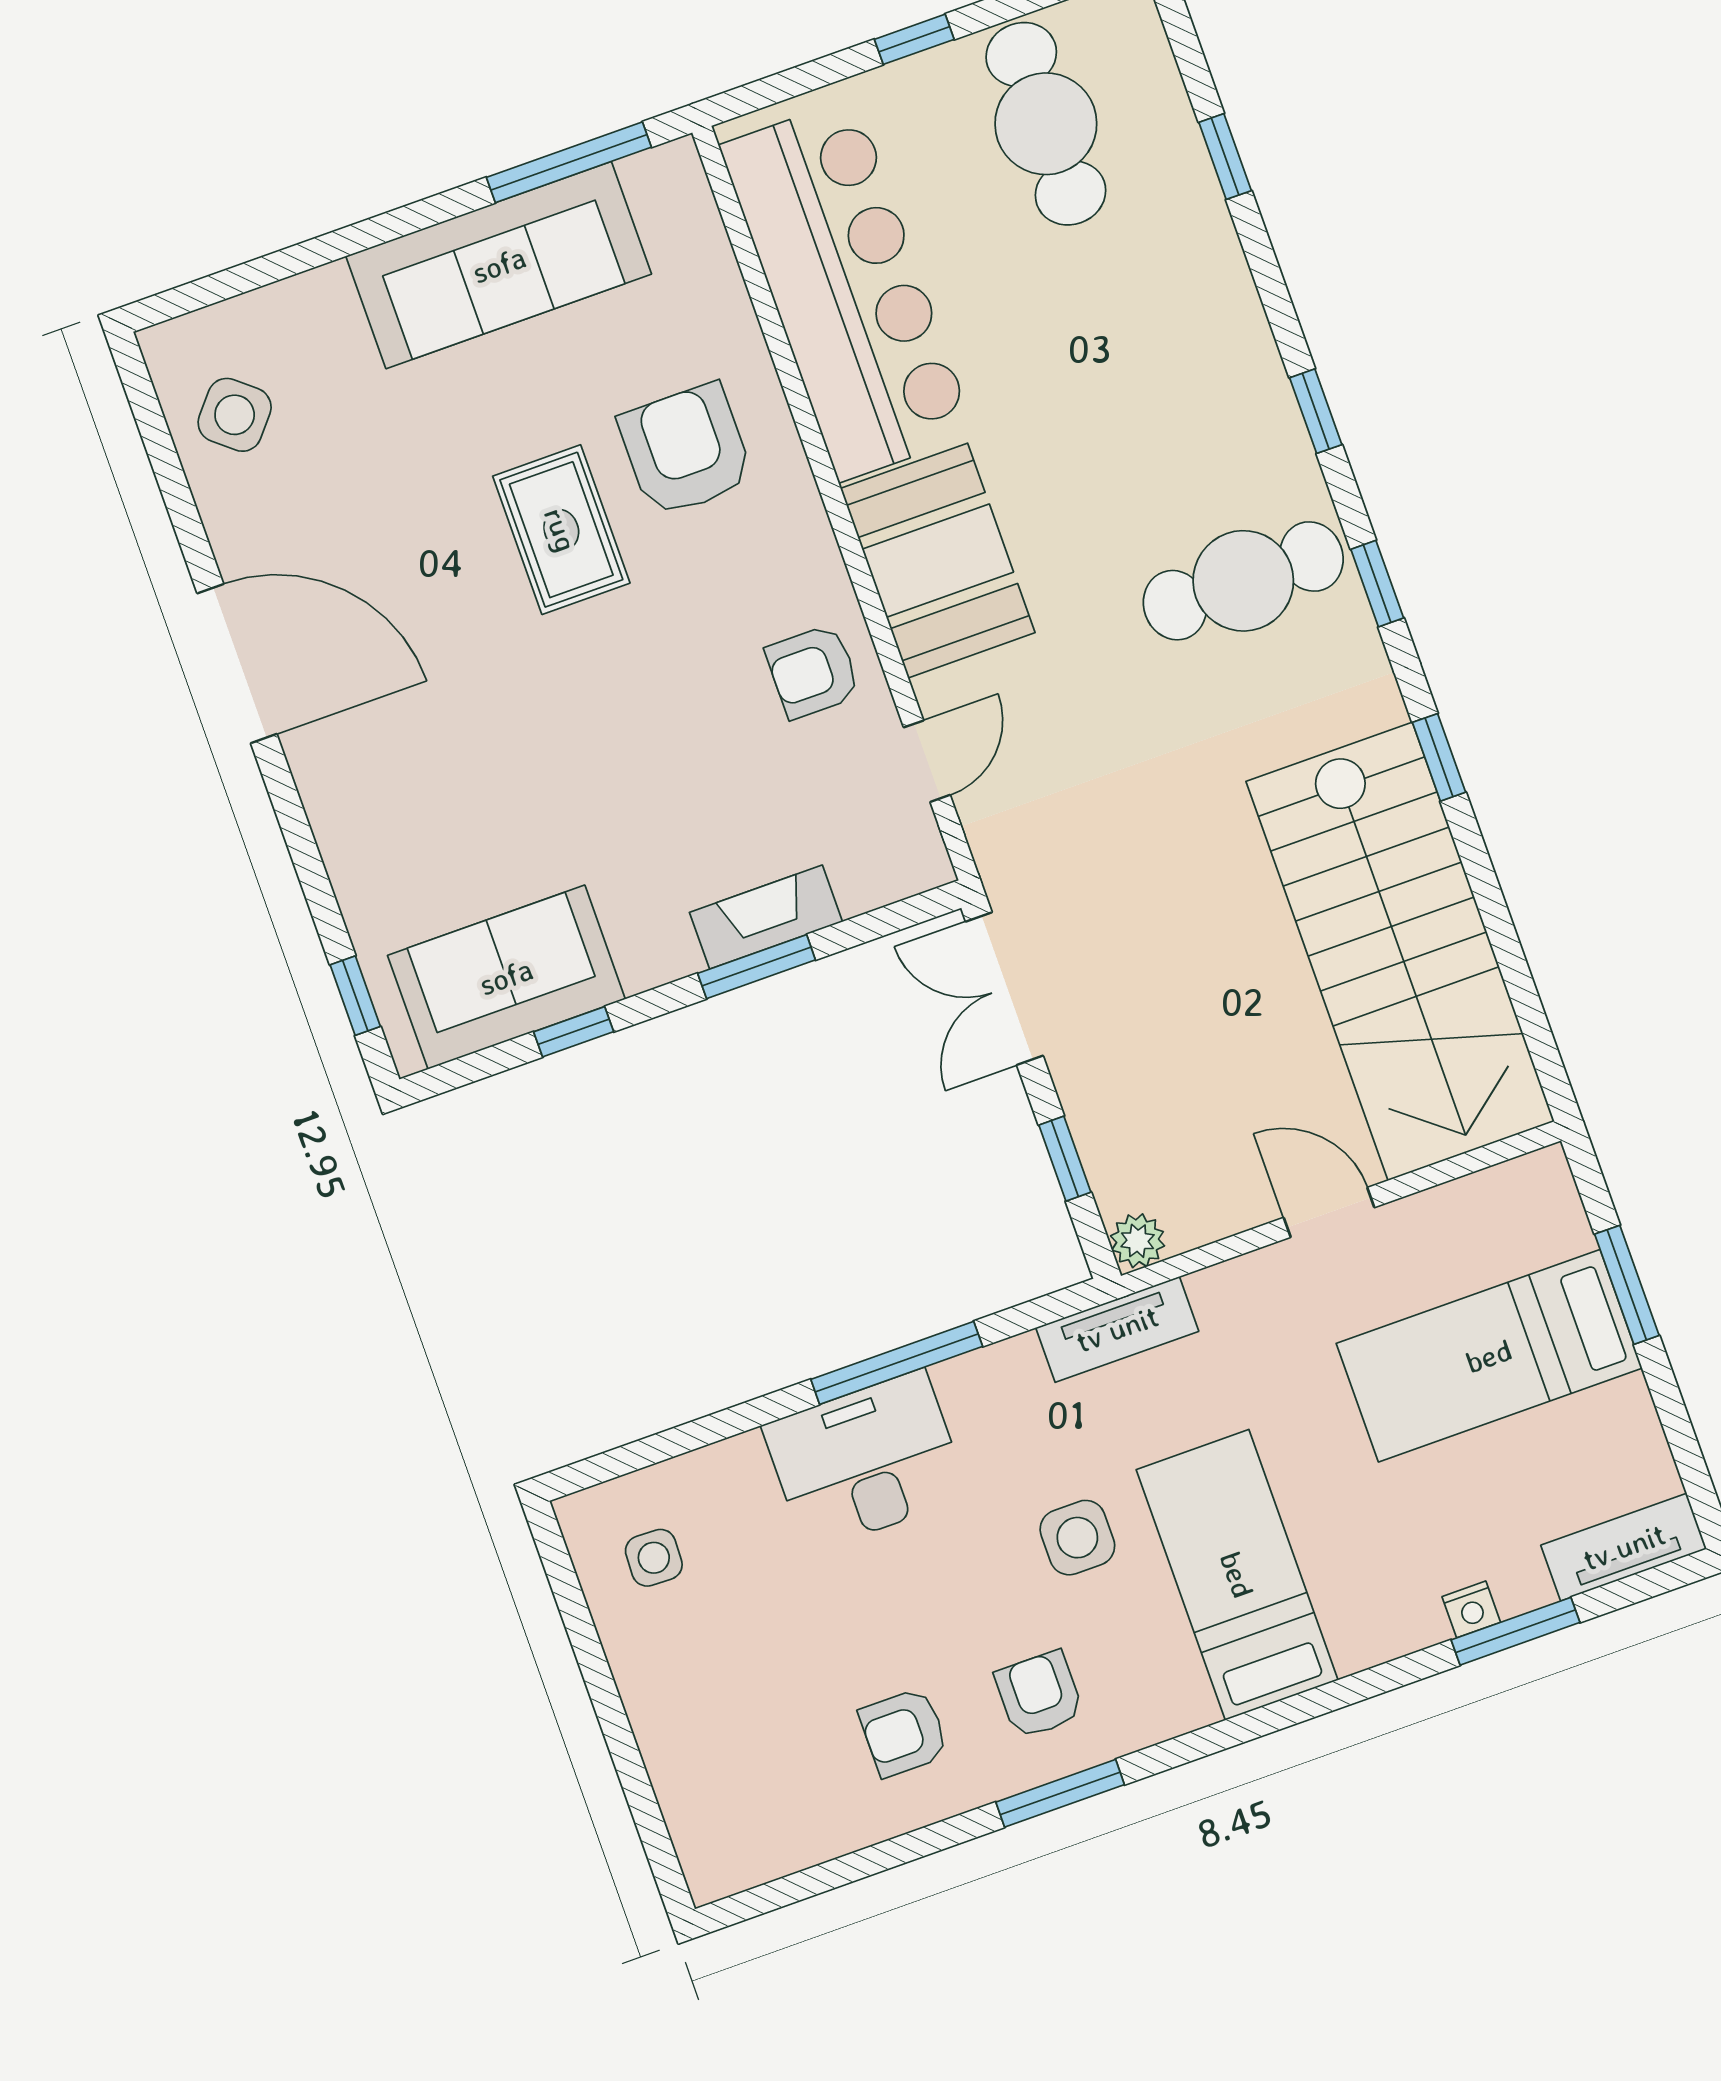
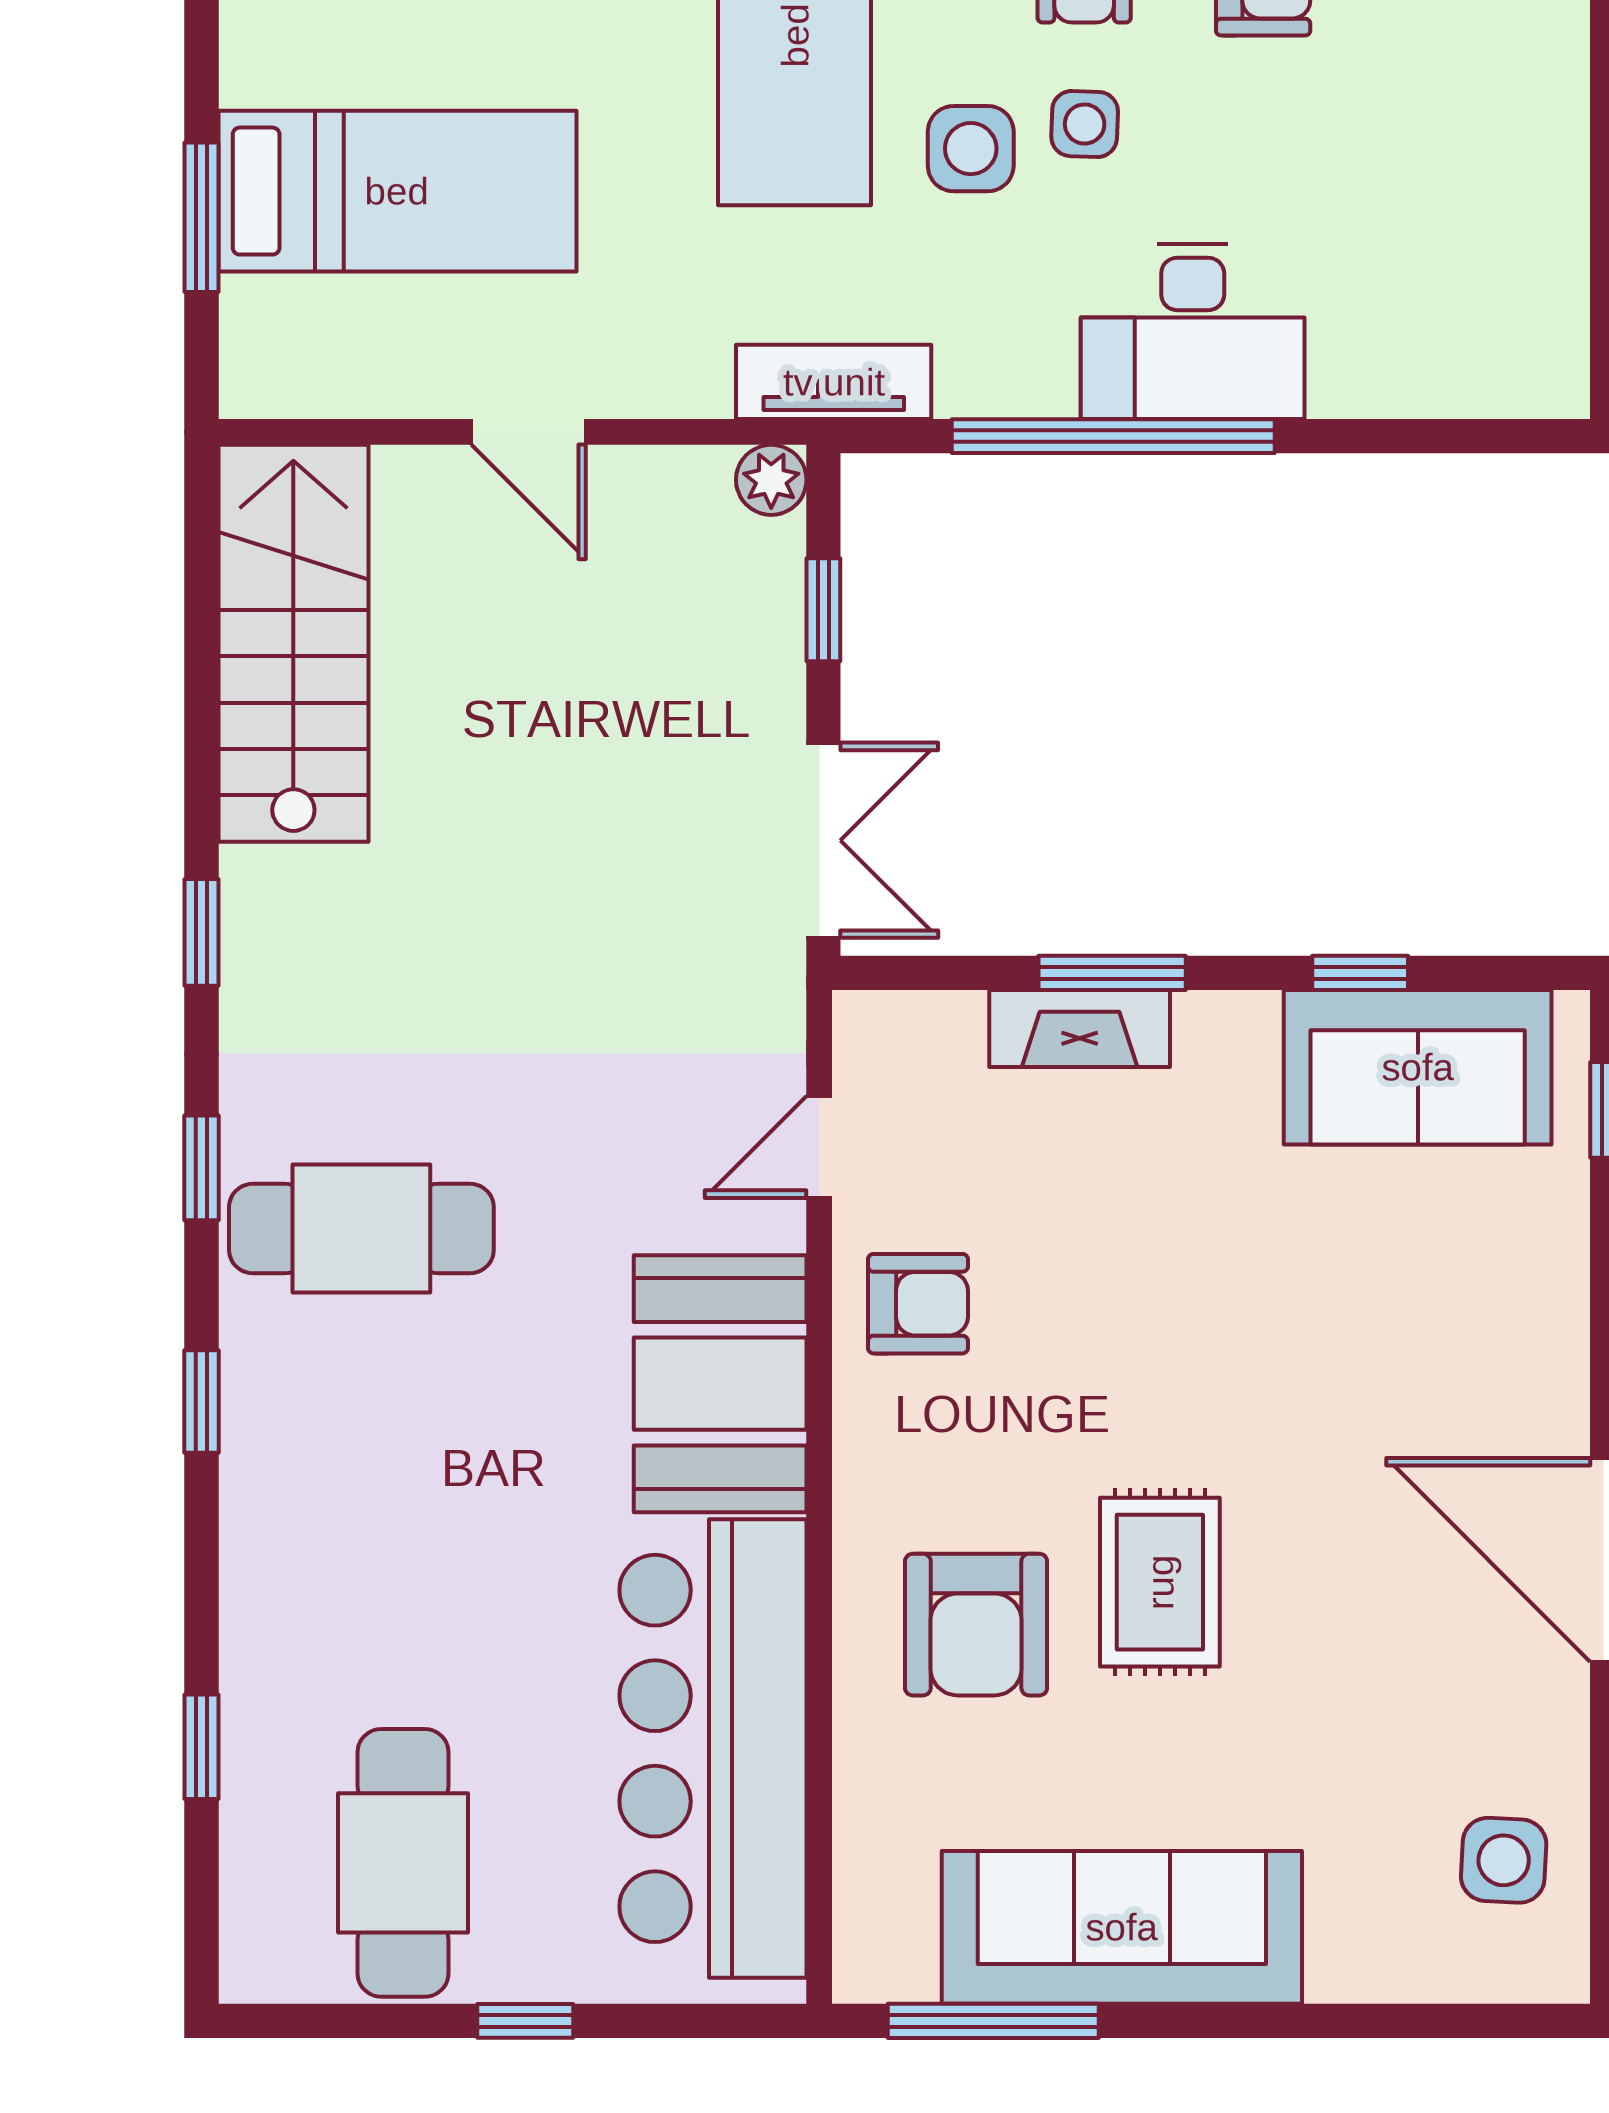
side table: (235, 415) -> (1504, 1860), turned -37
stairs: (1400, 951) -> (293, 643), width x0.73, depth x0.66
window: (897, 1363) -> (1113, 436), width x1.46
side table: (654, 1558) -> (1085, 124), moved

